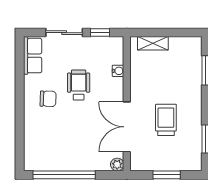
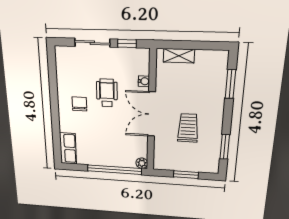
row of seats: (33, 56) -> (68, 148), moved
chair: (48, 99) -> (79, 104), turned -92
double door: (127, 127) -> (152, 114), moved
window: (64, 175) -> (114, 170), moved

